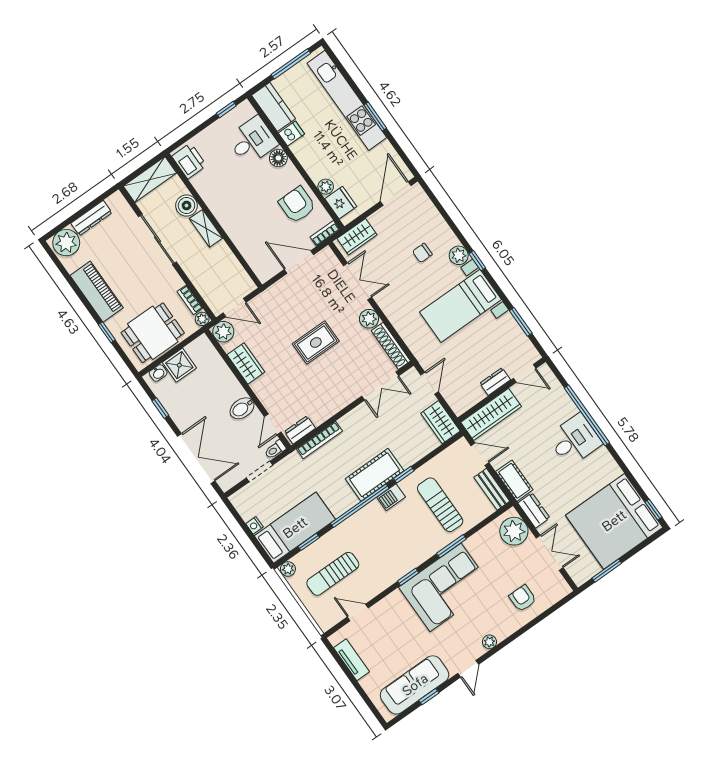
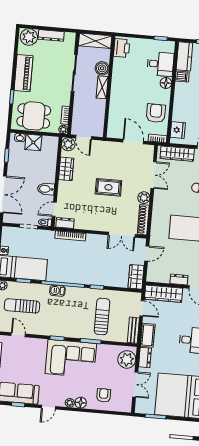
plant: (326, 187) -> (177, 116), removed
wardrobe: (357, 237) -> (177, 154), width x1.50
cot: (375, 475) -> (83, 275), removed
barbecue: (391, 497) -> (57, 291), moved
floor lamp: (502, 630) -> (81, 403), added

